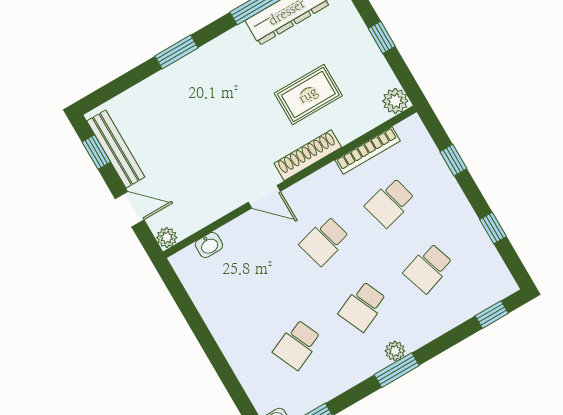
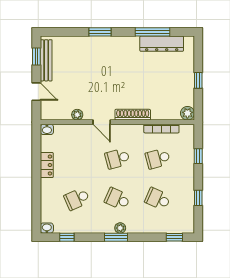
rug: (308, 95) -> (149, 87), removed
plant: (167, 238) -> (77, 115), moved
washbasin: (209, 245) -> (47, 129), moved
school desk: (428, 268) -> (158, 199), turned 42
school desk: (363, 306) -> (117, 199), turned 48
locker: (216, 318) -> (47, 165), added

